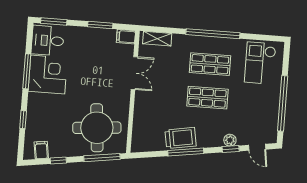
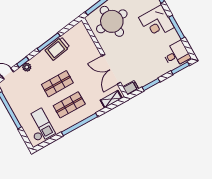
double door: (134, 73) -> (111, 69), width x1.37
corner desk: (48, 75) -> (156, 22), moved

